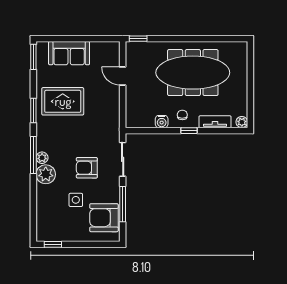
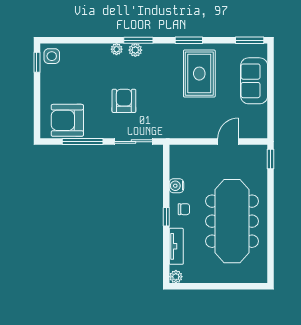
window: (33, 155) -> (138, 40), width x0.69
plant: (46, 174) -> (117, 49), width x0.53, depth x0.53
side table: (76, 200) -> (52, 56), moved
armchair: (104, 218) -> (67, 120), turned -90

